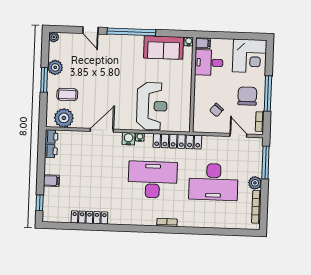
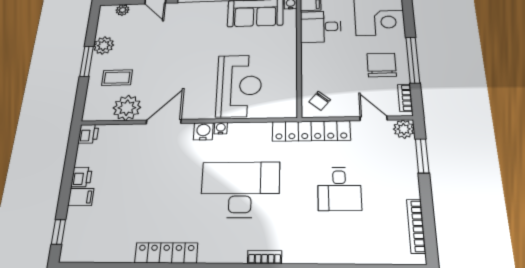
plant: (54, 37) -> (123, 10), moved
chair: (216, 110) -> (320, 101), moved
plant: (64, 118) -> (127, 108), moved
locker: (177, 141) -> (311, 131), moved
printer: (51, 151) -> (82, 177), moved
window: (265, 163) -> (422, 156), width x0.69
desk: (213, 182) -> (339, 189), width x0.53, depth x0.77
plant: (255, 183) -> (404, 129), moved
locker: (89, 217) -> (166, 253), moved

